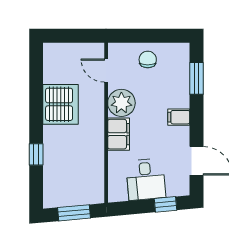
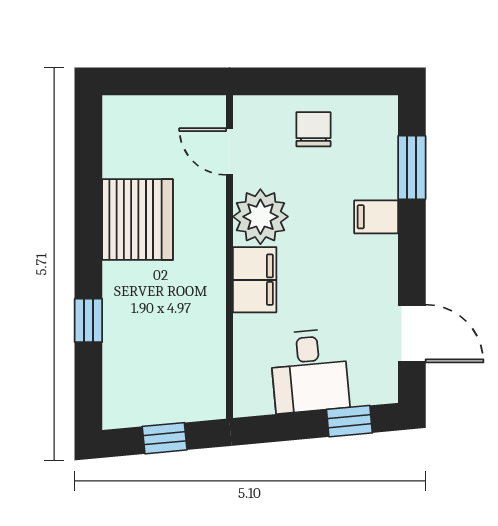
filing cabinet: (179, 117) -> (376, 217), moved
window: (74, 213) -> (165, 438), width x0.67

